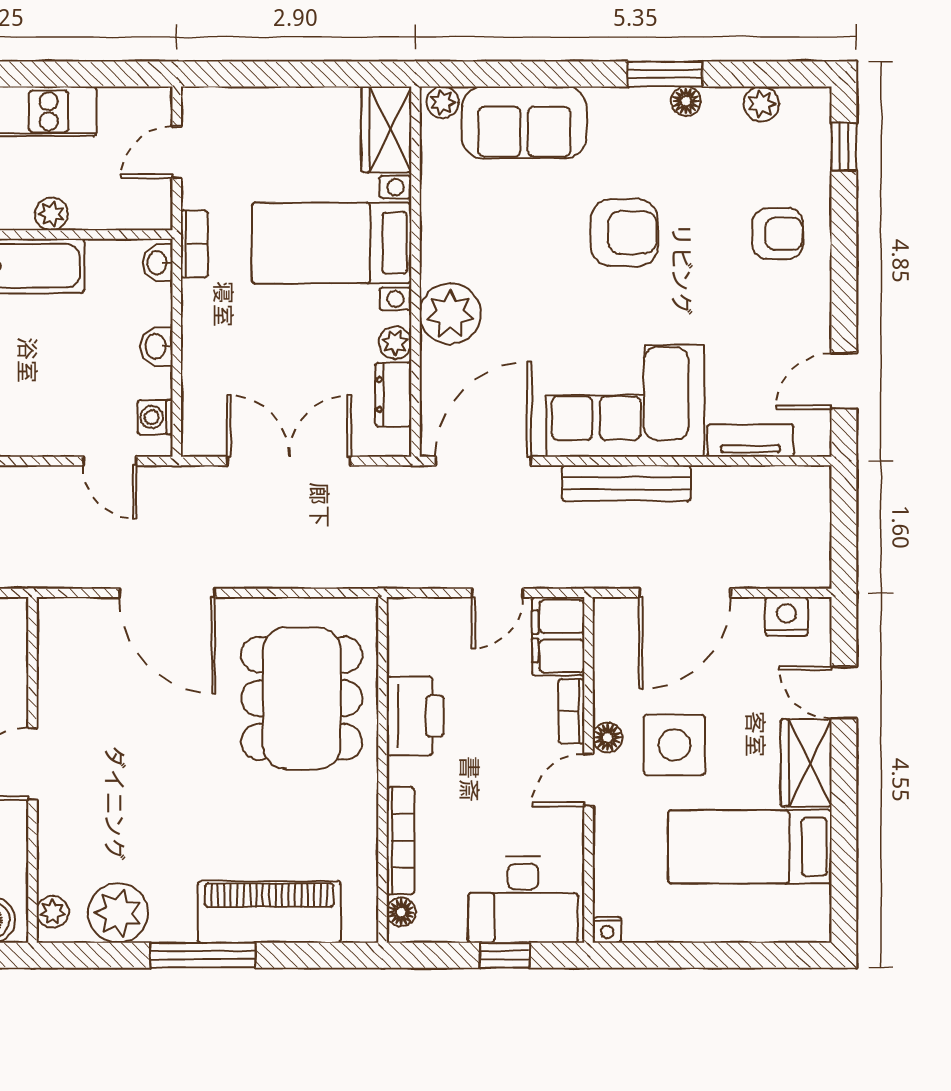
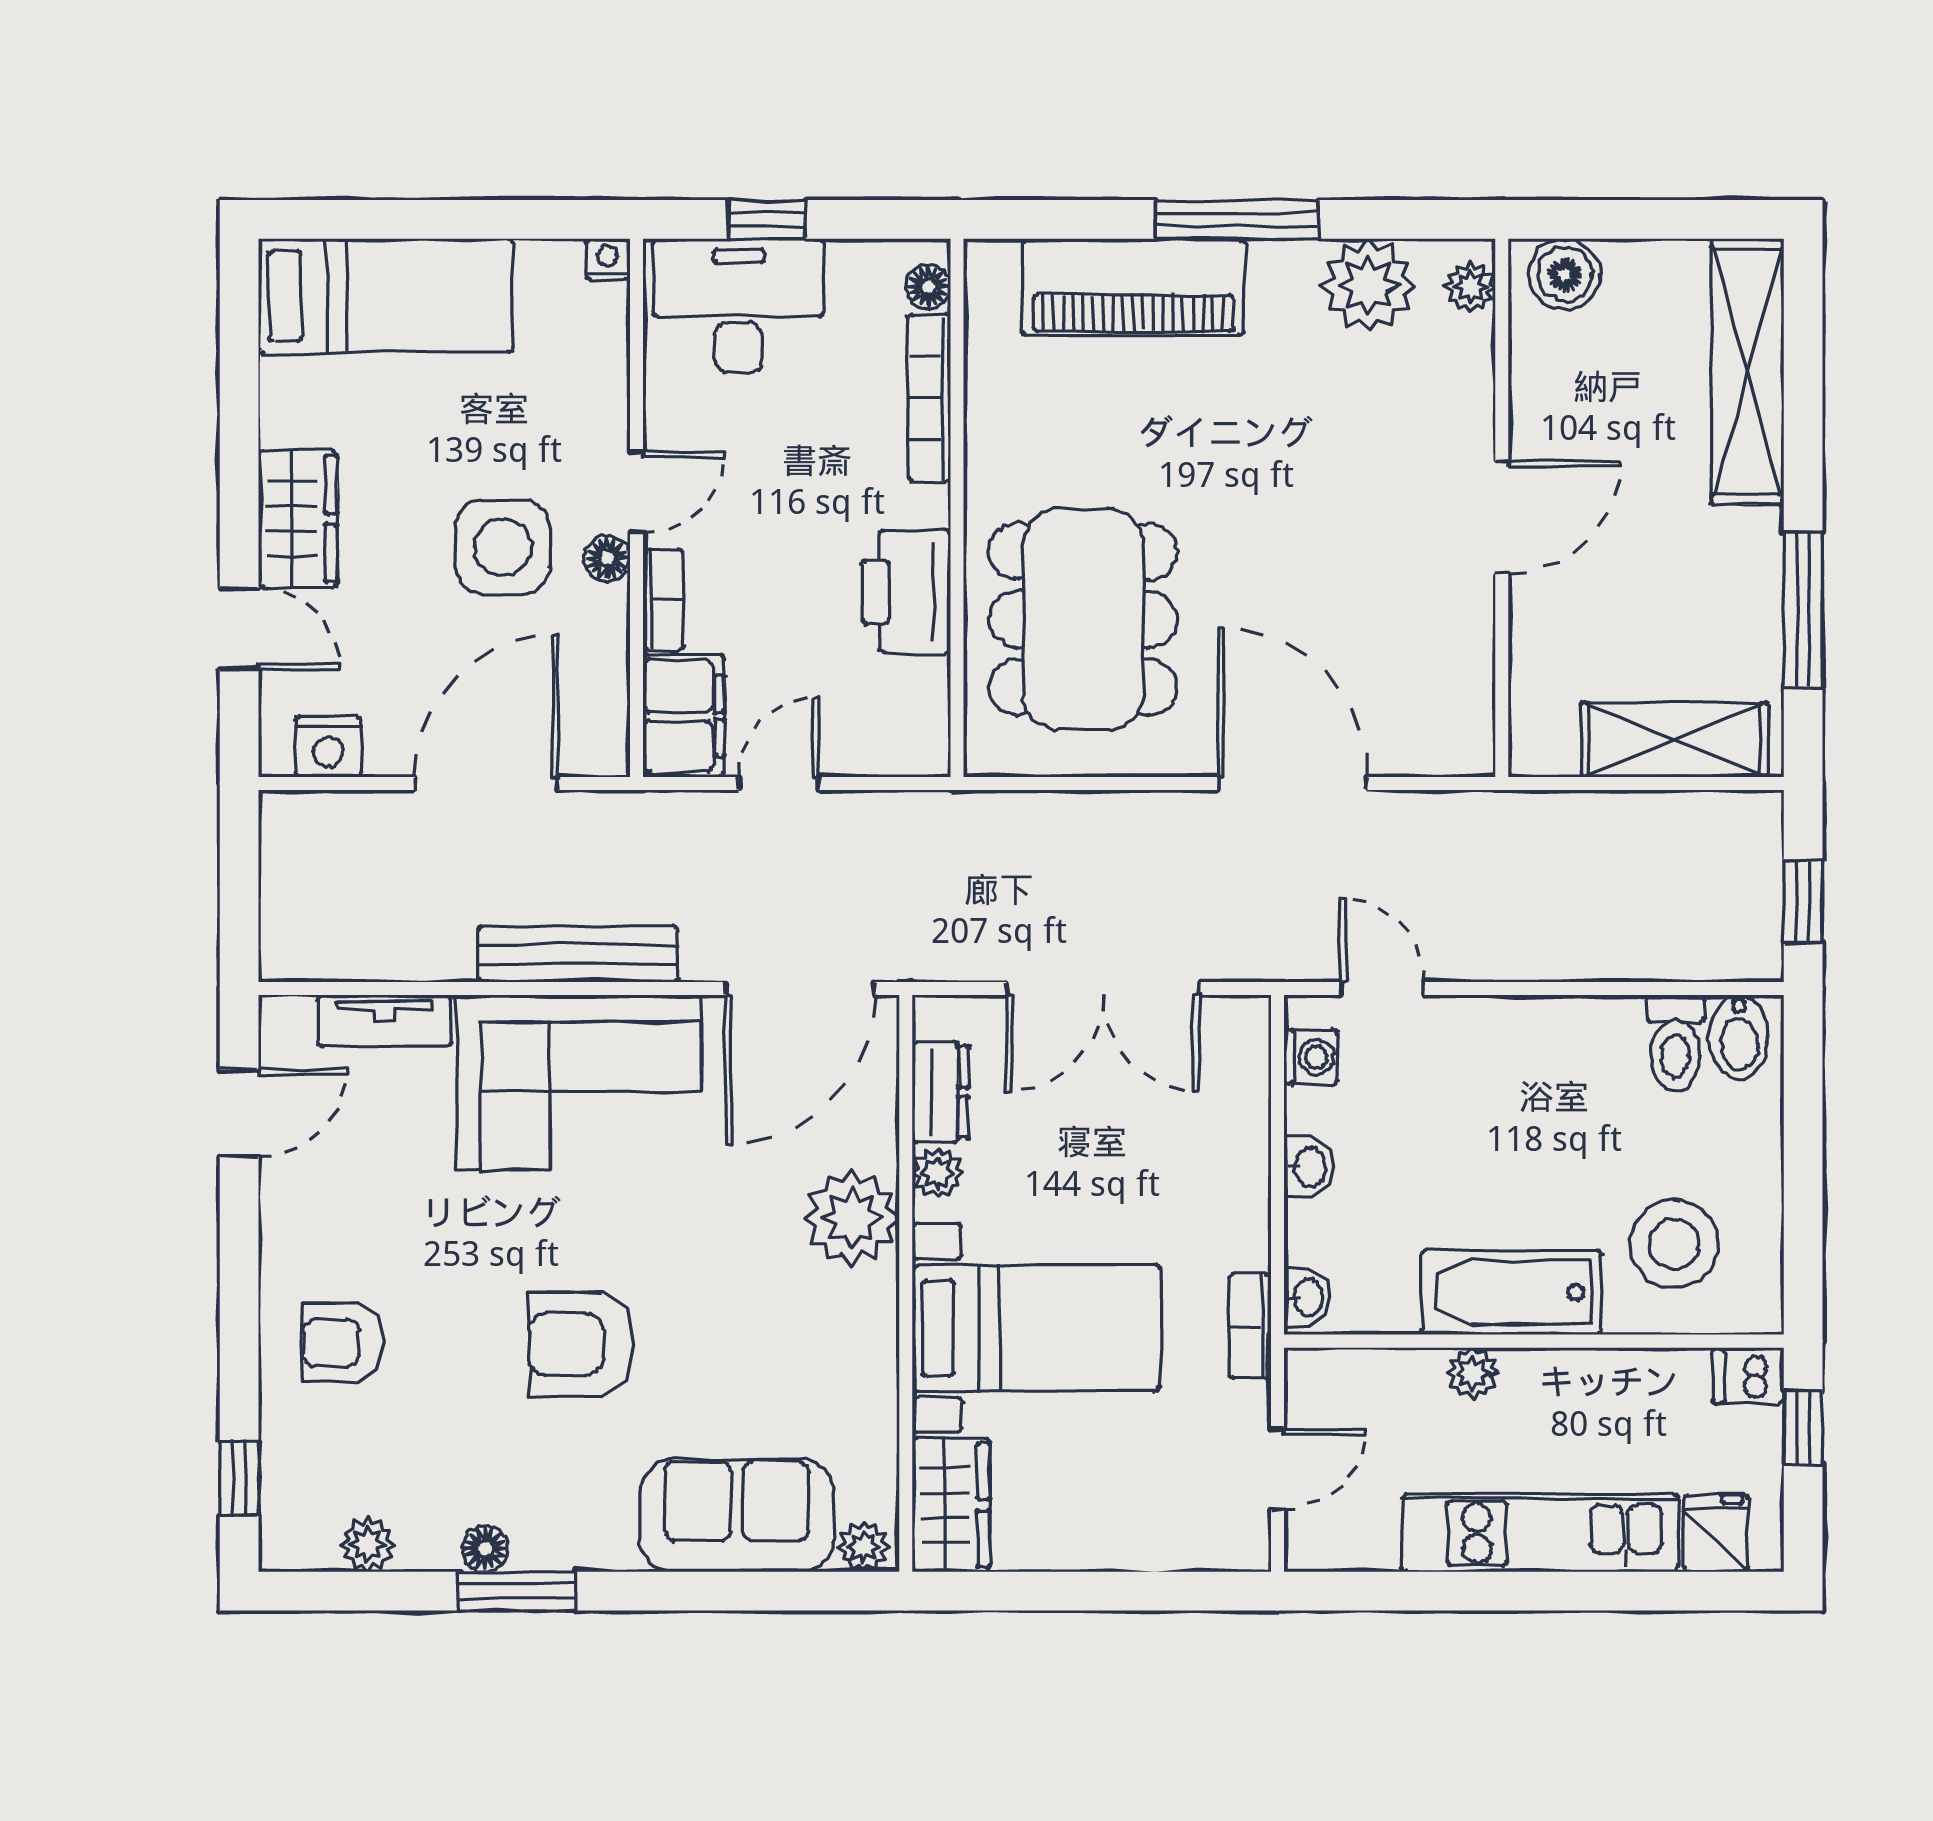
bed: (750, 847) -> (385, 296), moved

